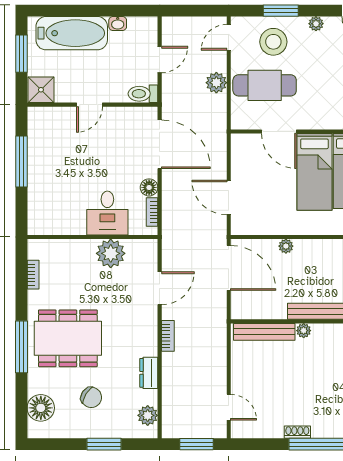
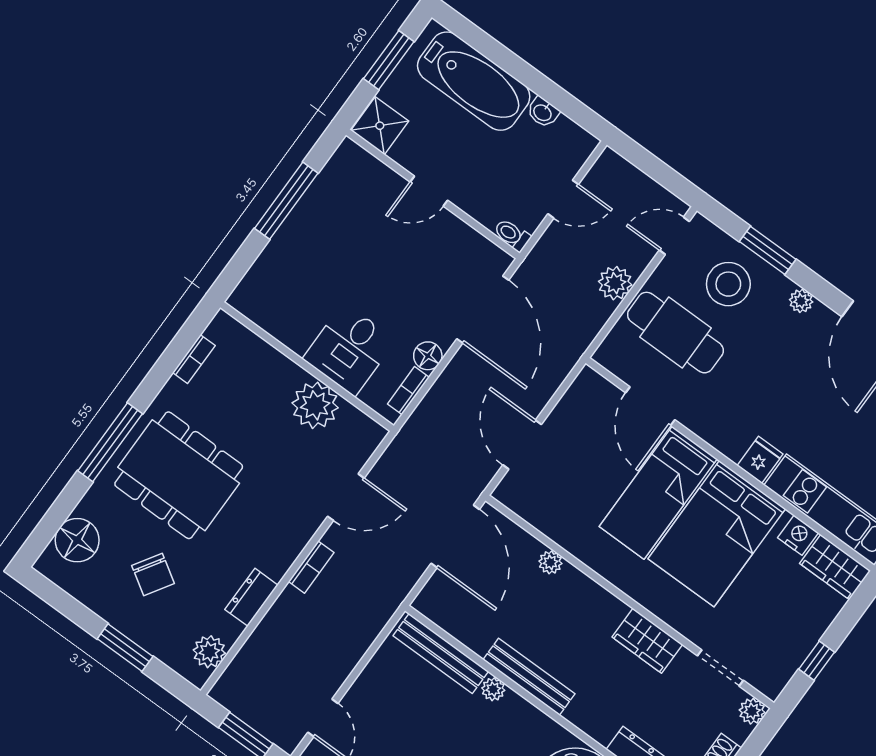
toilet: (143, 94) -> (512, 235), width x0.73, depth x0.72

